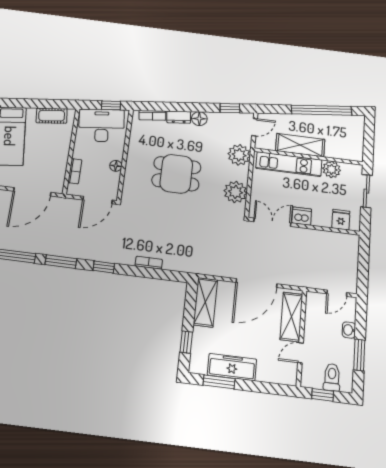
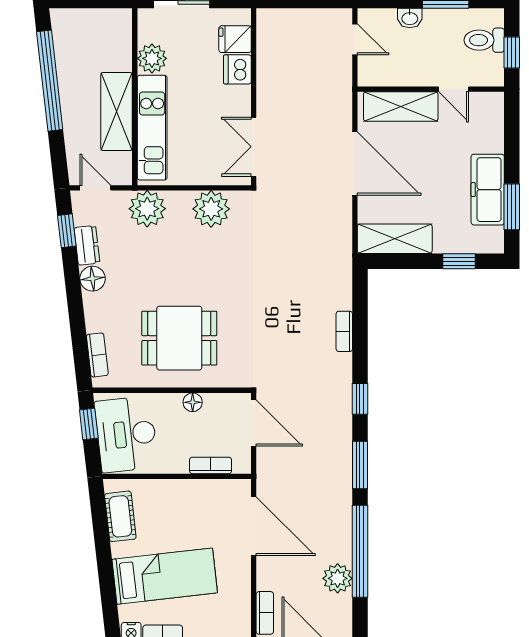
dresser: (179, 117) -> (87, 245), moved
dining table: (176, 174) -> (179, 338), moved, turned 90
dishwasher: (302, 216) -> (237, 69), moved

